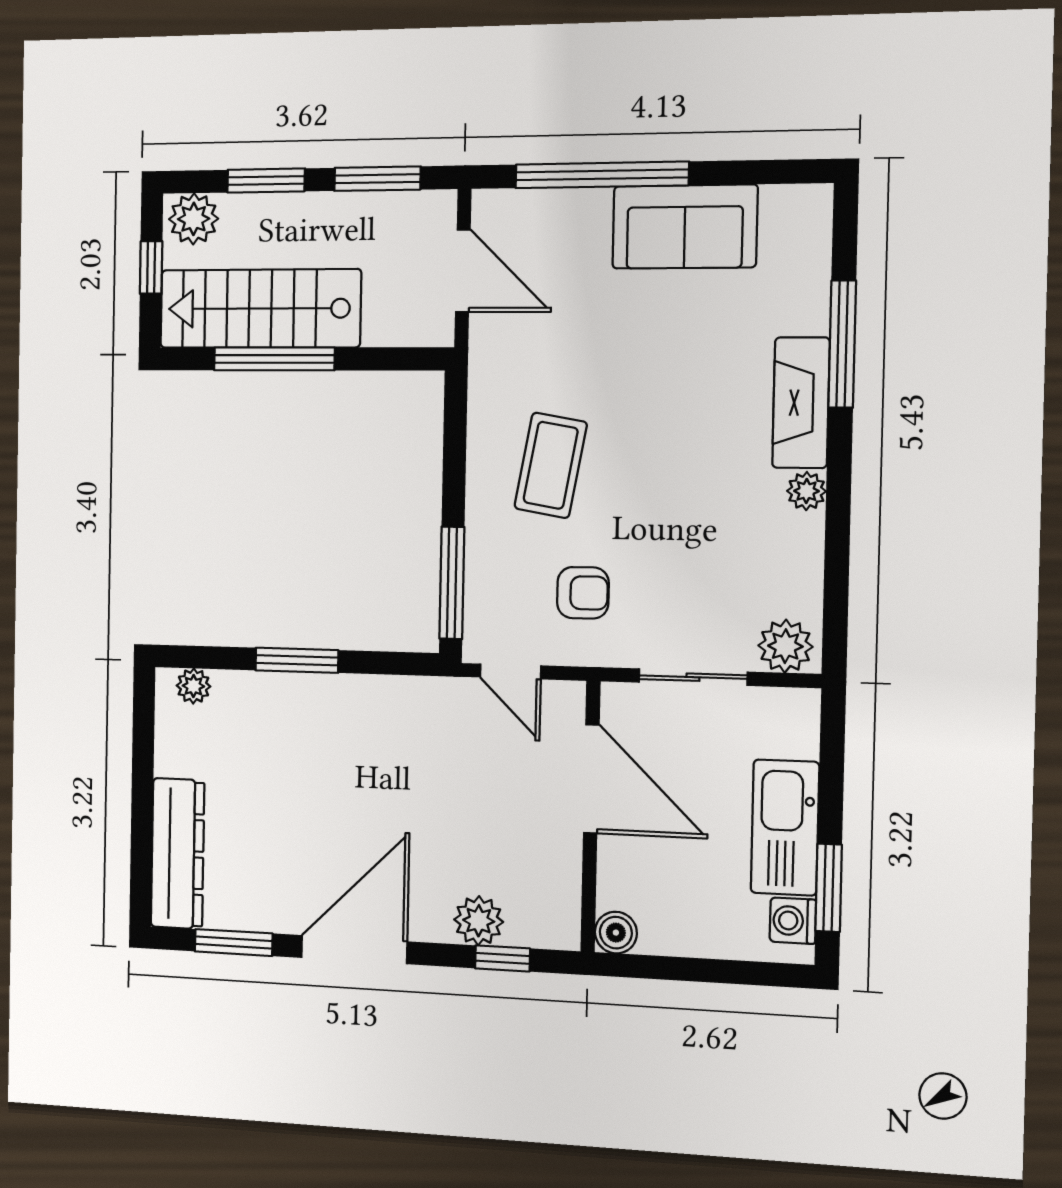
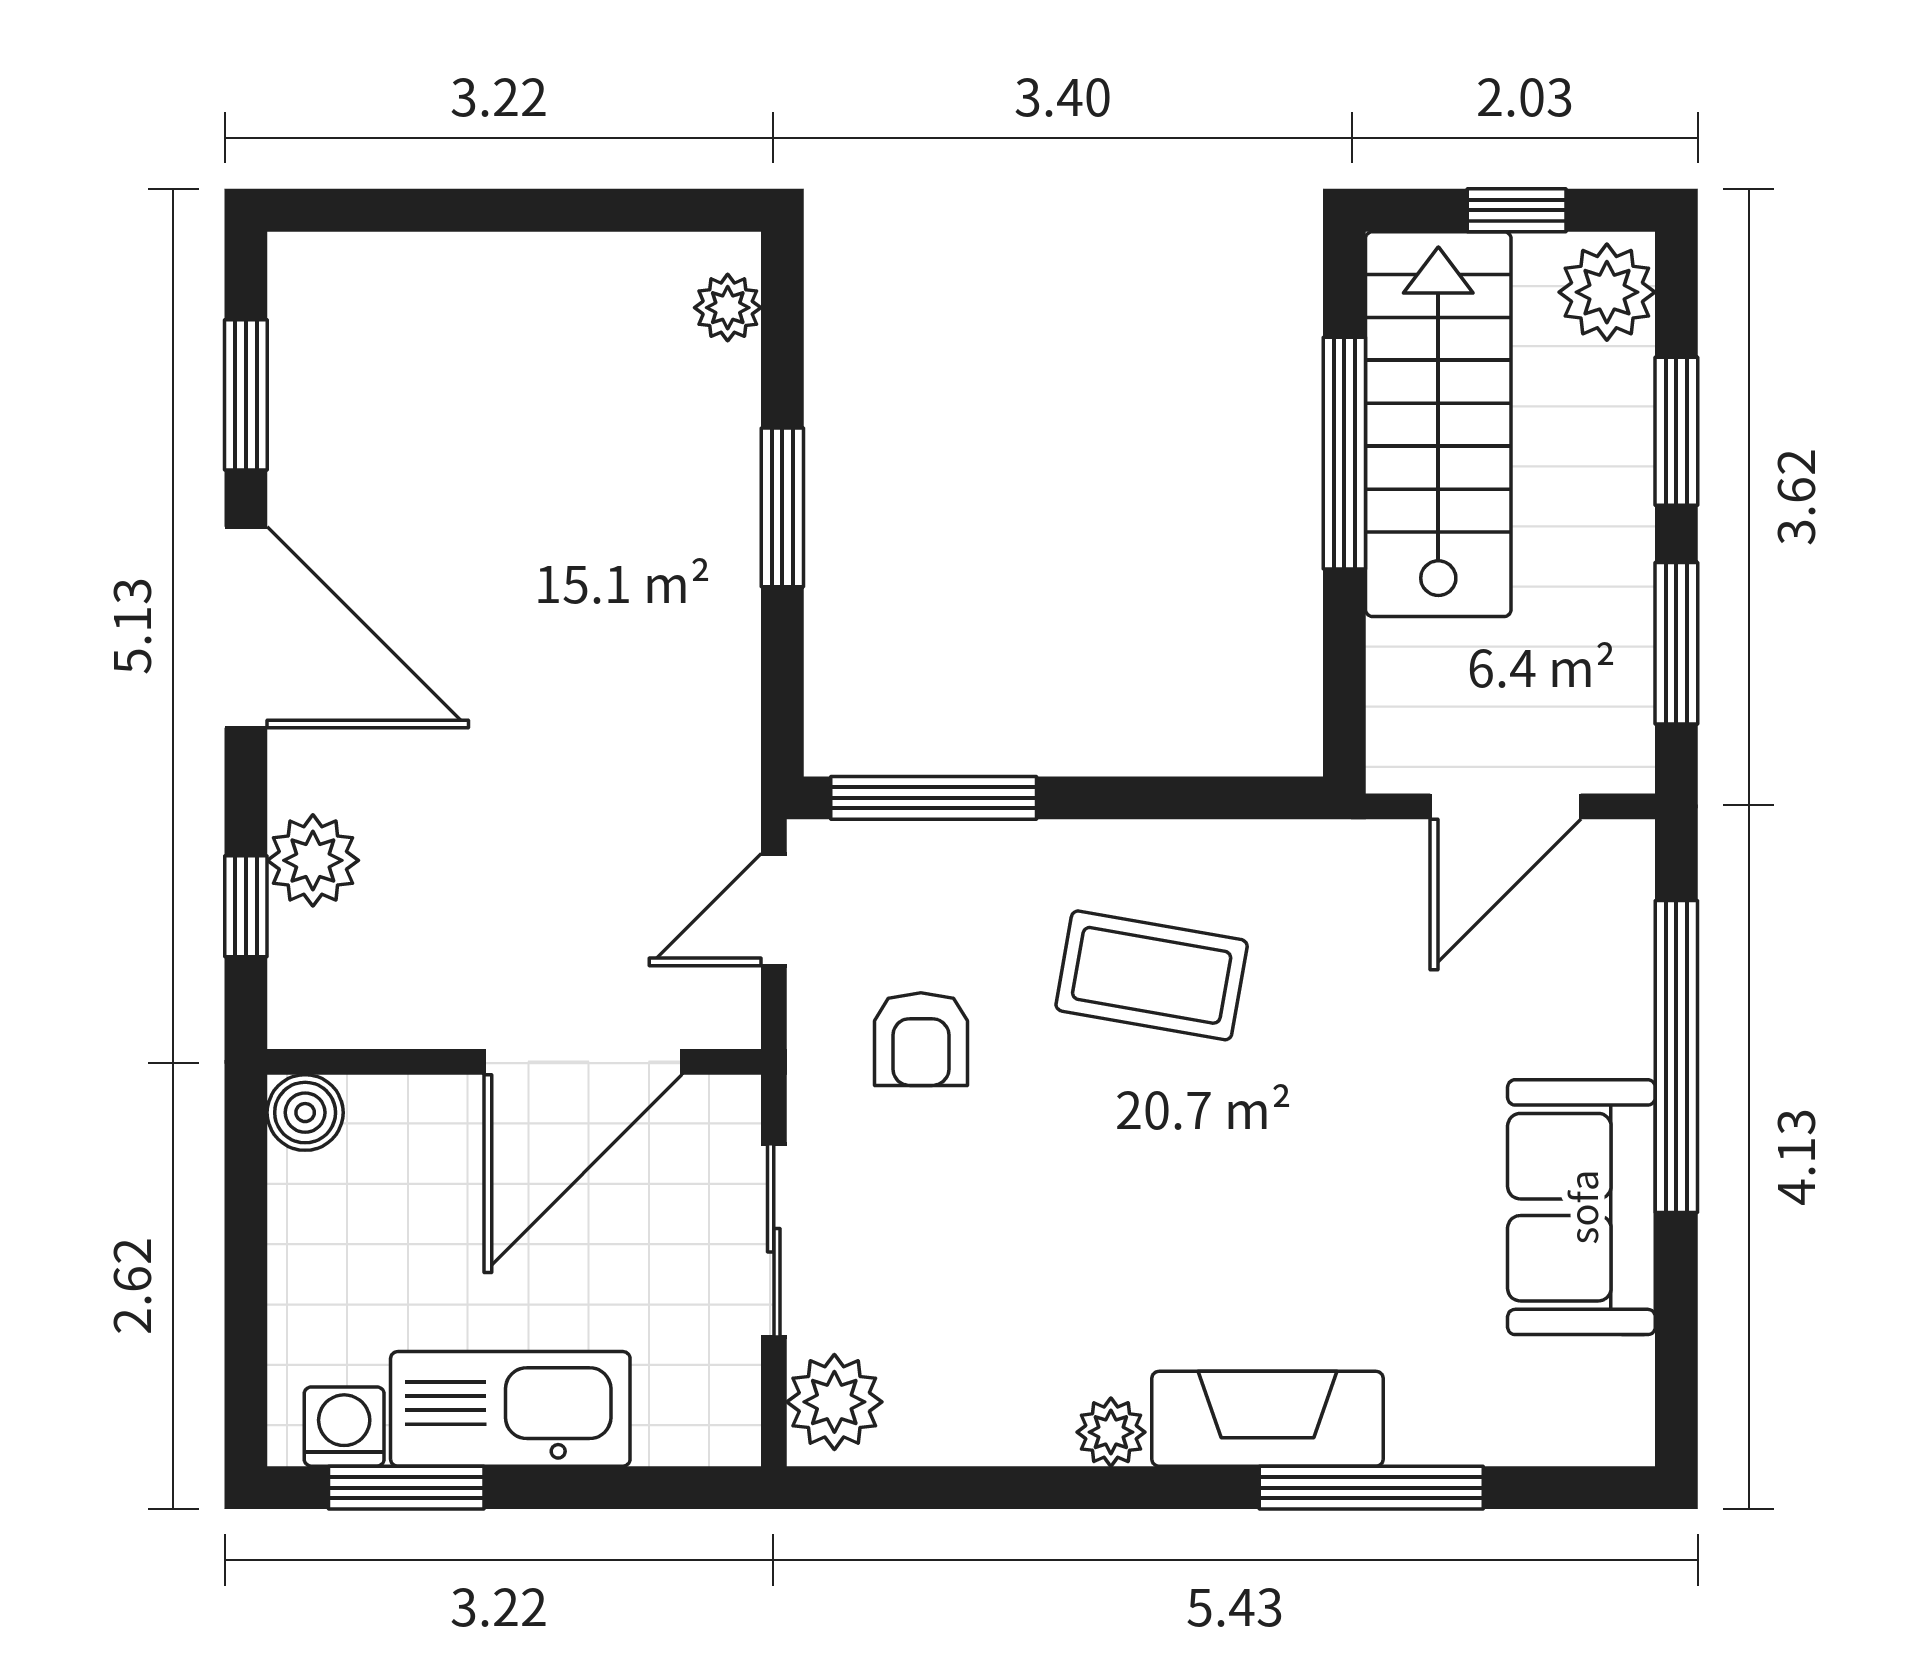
dresser: (178, 854) -> (409, 282), removed

